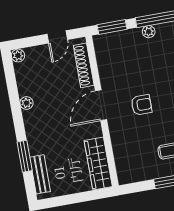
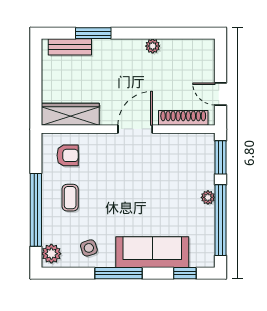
plant: (18, 56) -> (208, 46), removed
door: (101, 105) -> (135, 129), hinge flipped
armchair: (141, 105) -> (68, 155), moved, turned -90

